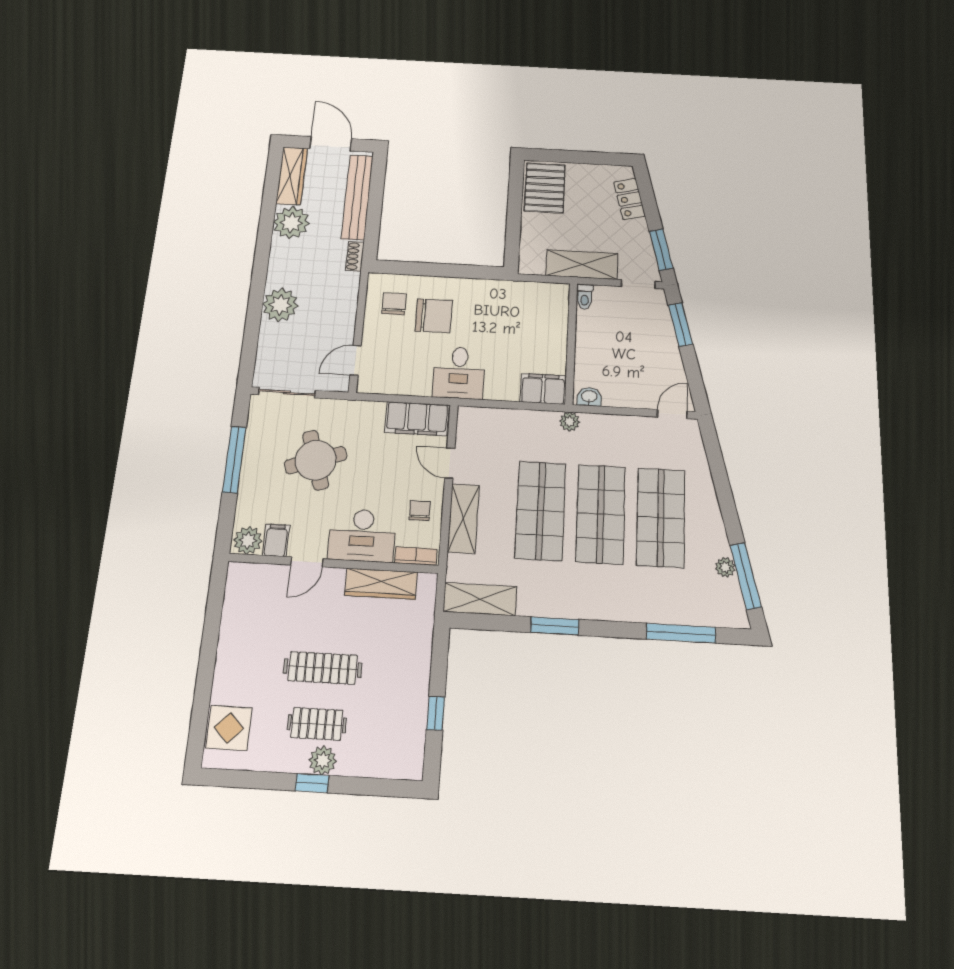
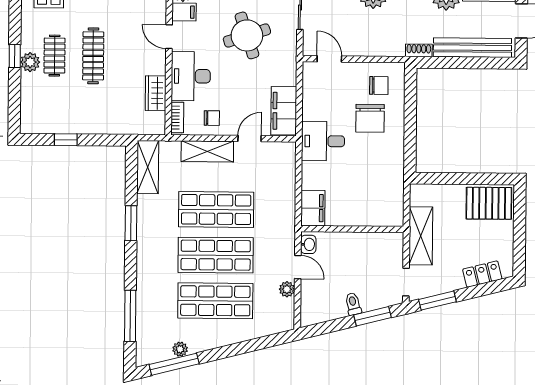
toilet: (585, 297) -> (353, 304), moved, turned 76
door: (672, 414) -> (298, 267), moved
plant: (570, 421) -> (287, 289), moved
wardrobe: (381, 584) -> (156, 93), width x0.67

